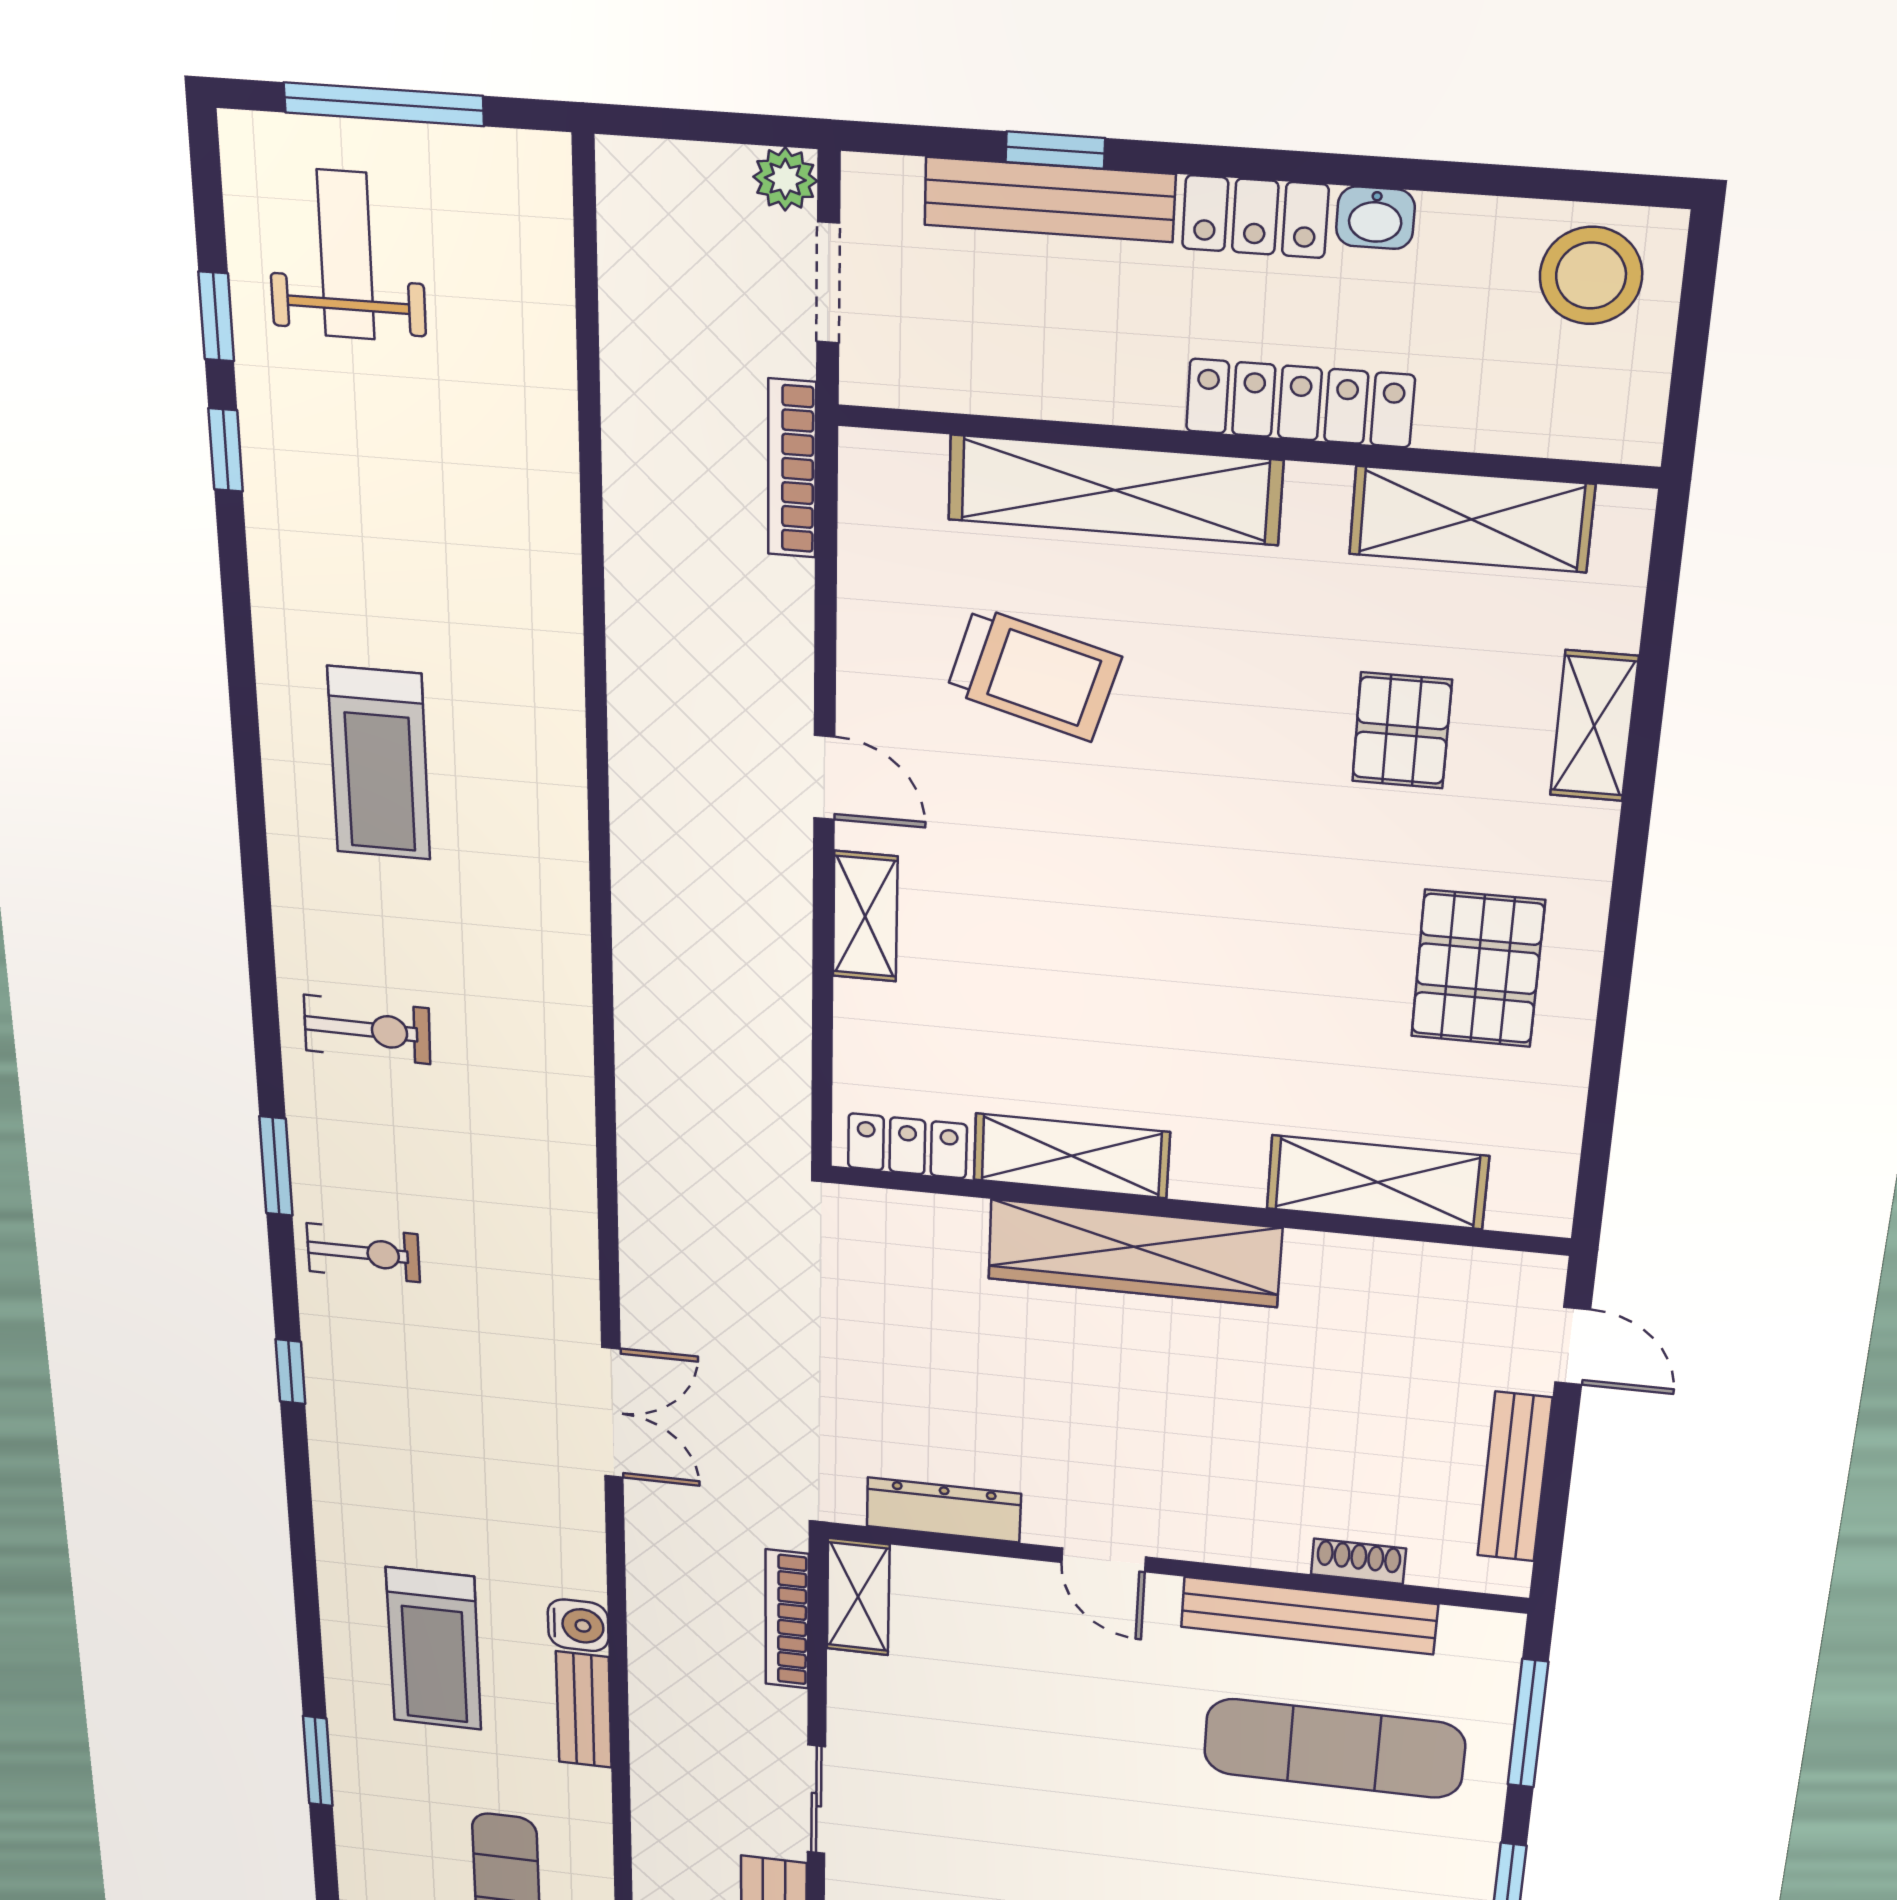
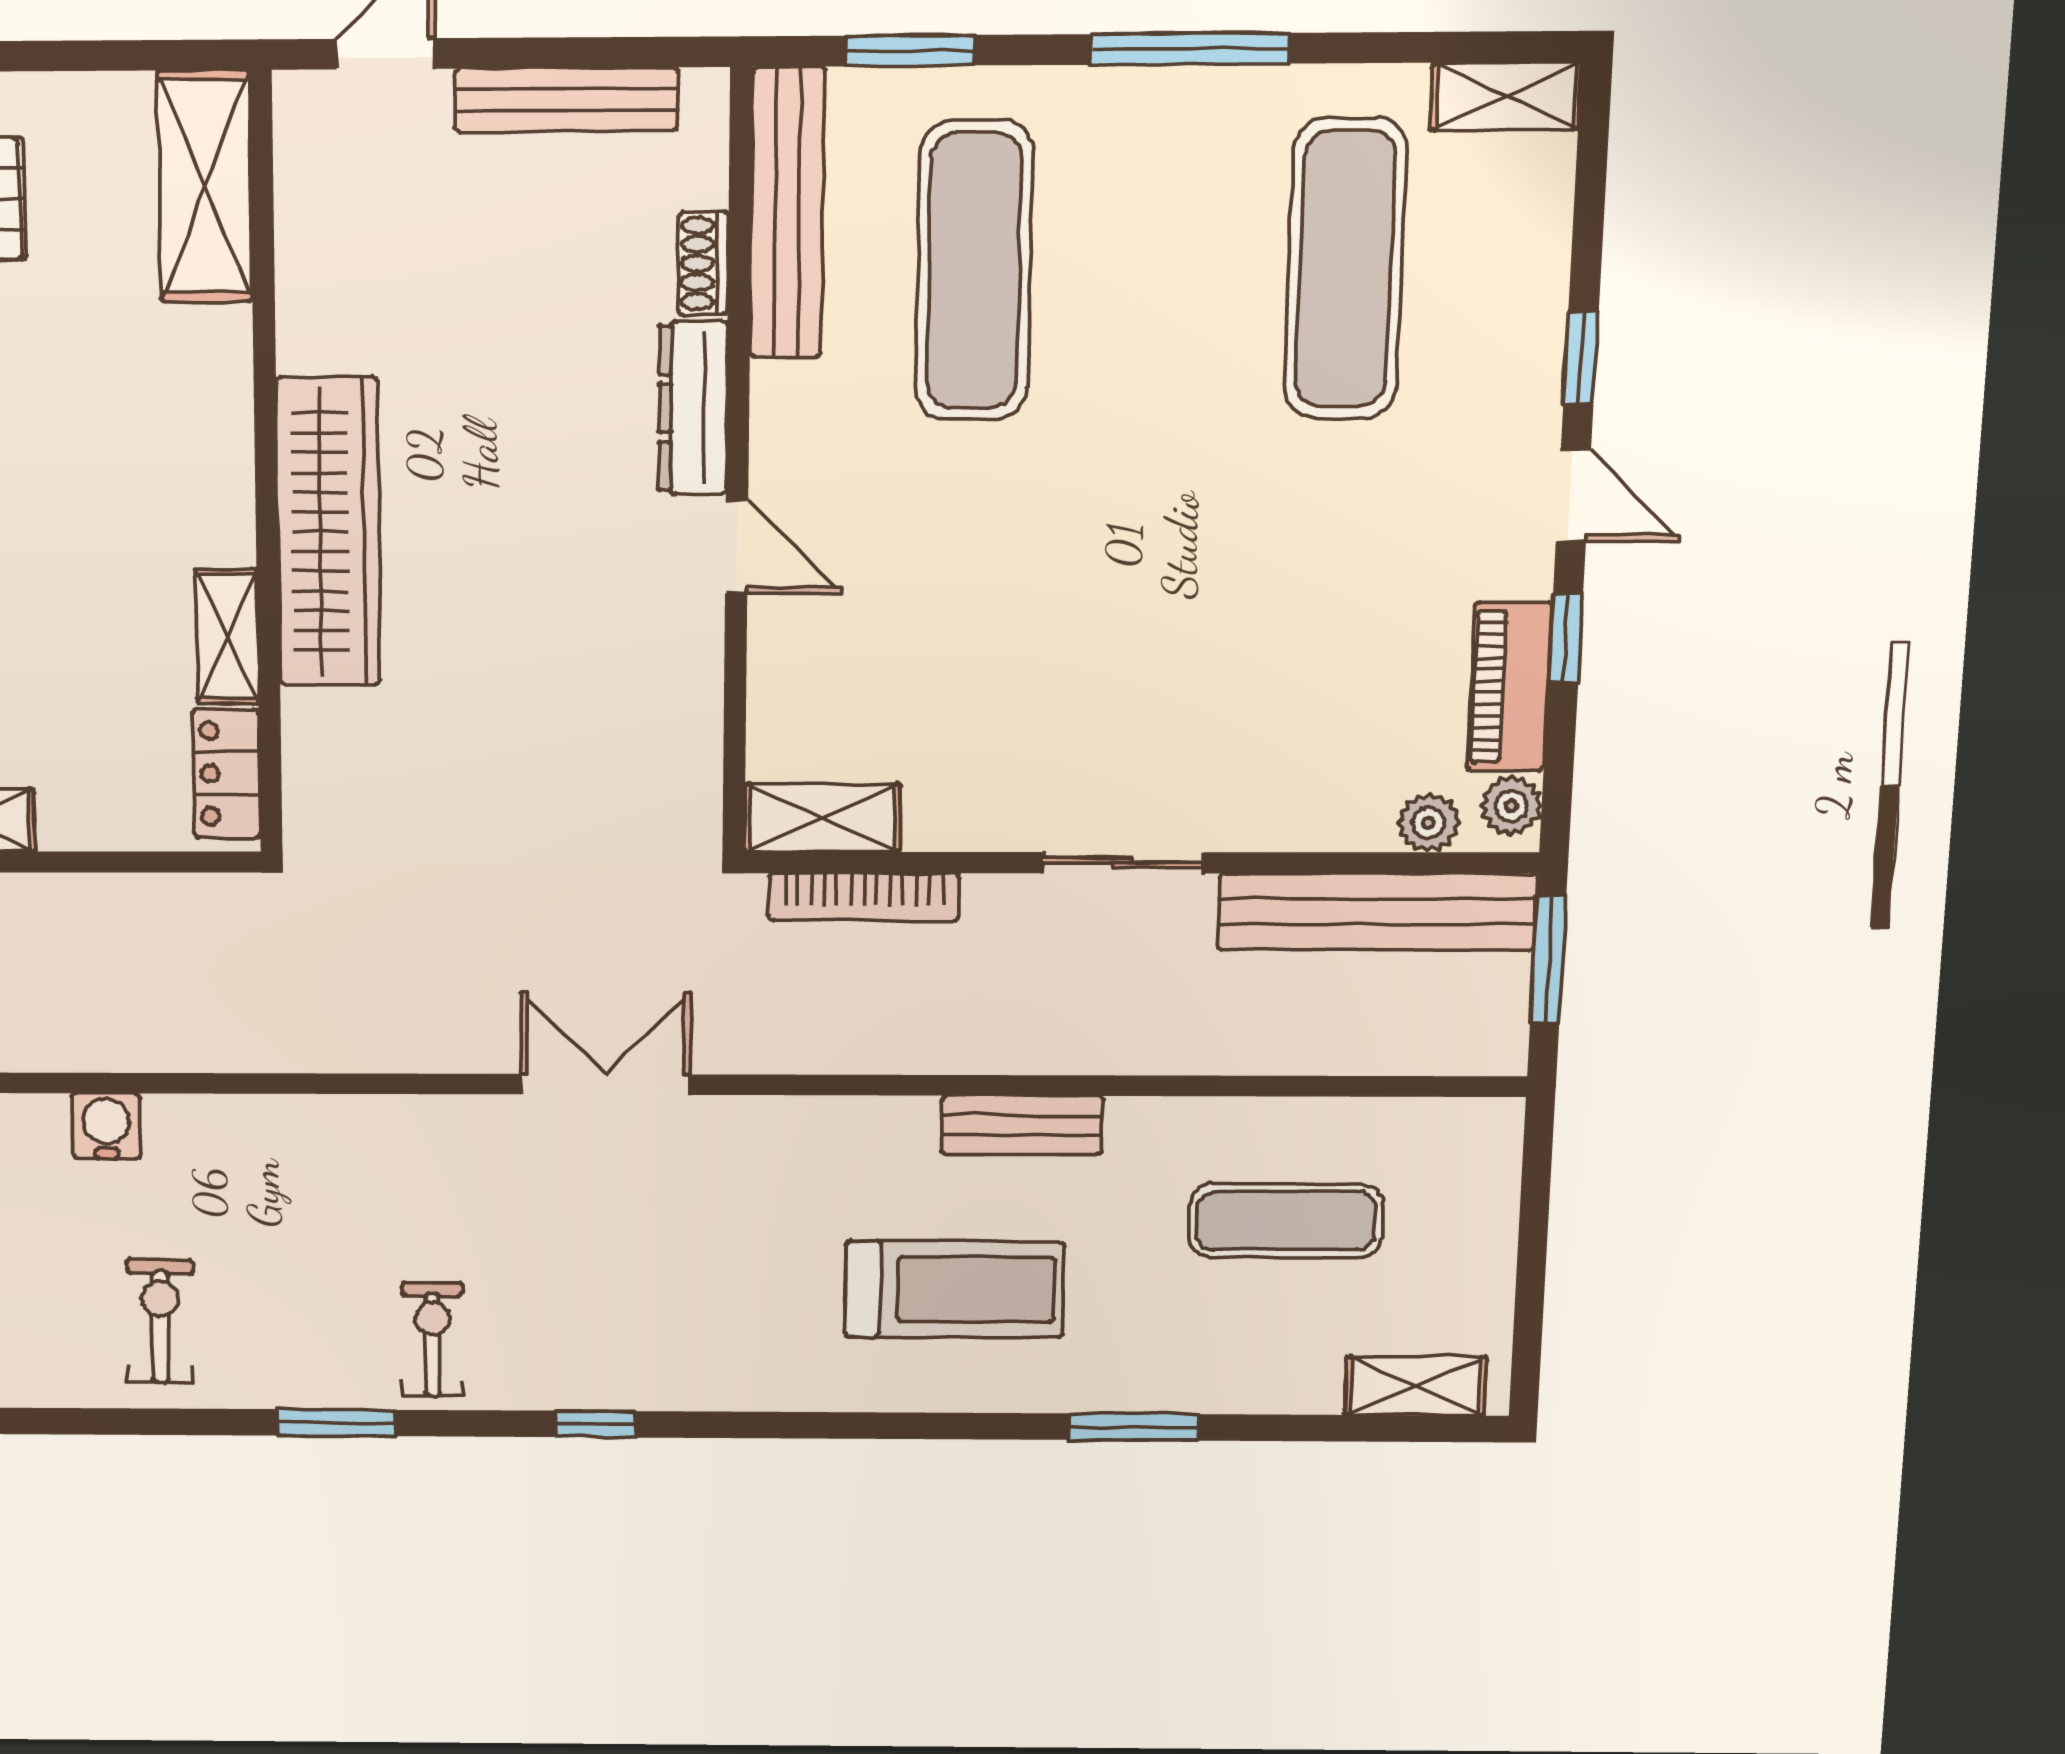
shelving: (1071, 1156) -> (227, 637), width x0.67, depth x0.75
shelving: (1377, 1182) -> (205, 186), moved
dresser: (944, 1510) -> (693, 408), moved
door: (1104, 1560) -> (737, 547), hinge flipped
bench: (1309, 1616) -> (787, 213), moved
water cooler: (578, 1625) -> (106, 1126), moved
window: (1528, 1723) -> (910, 51), width x0.69

